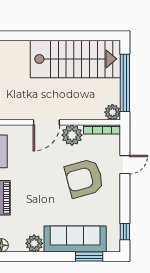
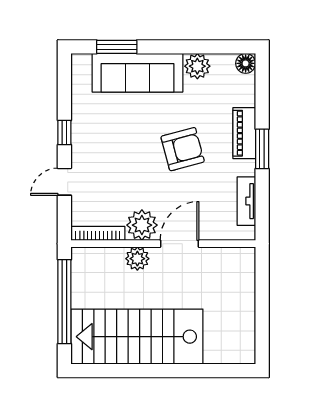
plant: (112, 112) -> (137, 259), moved
armchair: (84, 178) -> (183, 149), moved, width x0.73, depth x0.73
window: (125, 232) -> (64, 133), moved

